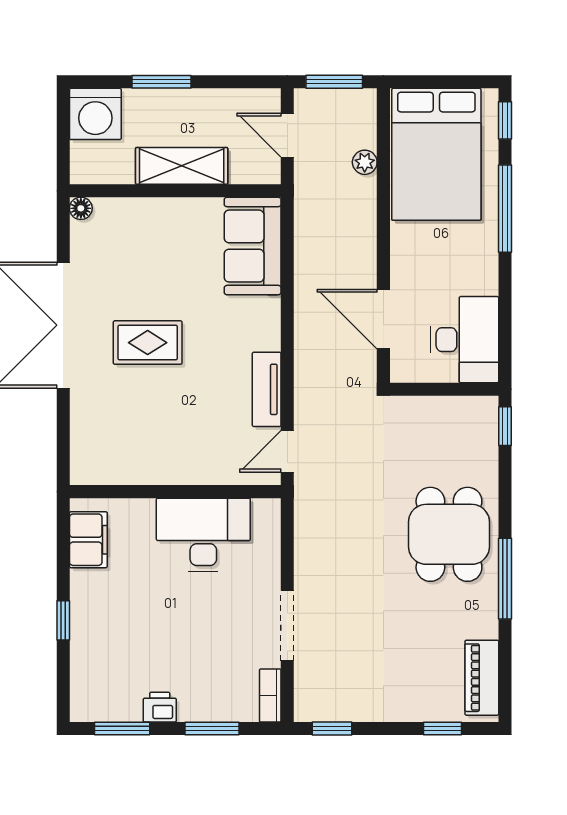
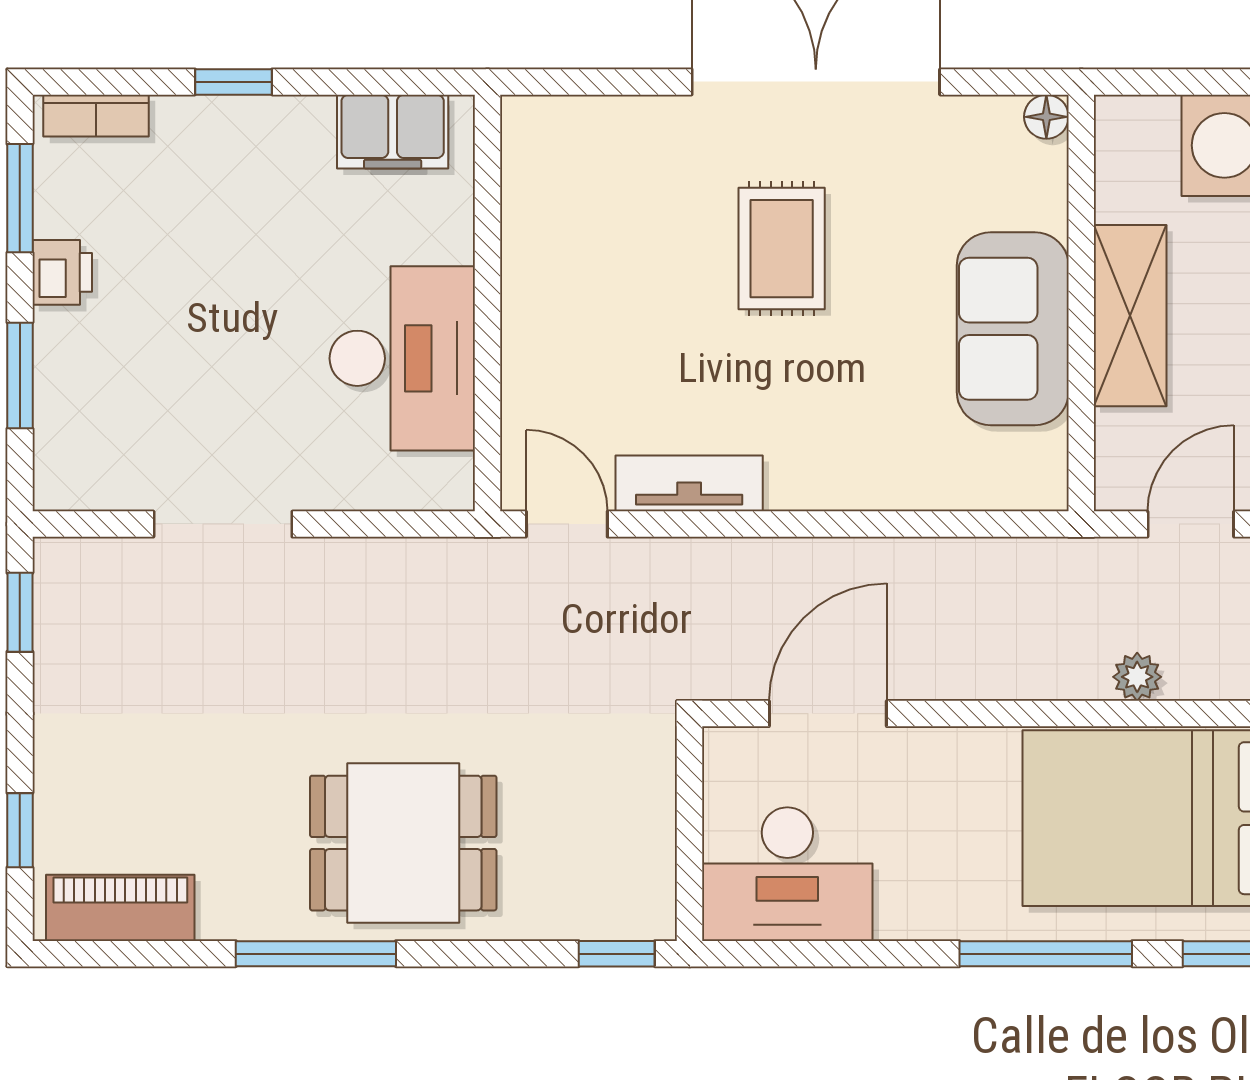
sofa: (253, 246) -> (1013, 329), moved, turned -90
bookcase: (270, 695) -> (96, 116), moved, turned 180

